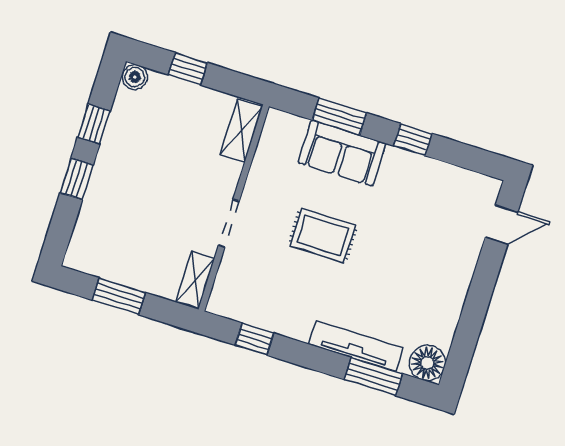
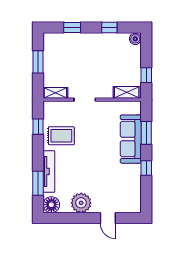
window: (188, 69) -> (146, 75), moved
sofa: (342, 153) -> (131, 139), width x1.36
window: (77, 179) -> (72, 28), moved
door: (502, 225) -> (108, 218), moved
rug: (323, 236) -> (61, 136), moved, turned 90
plant: (443, 299) -> (81, 203), added

